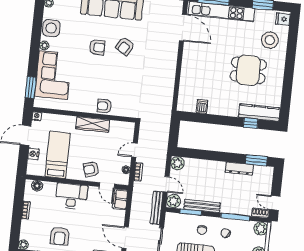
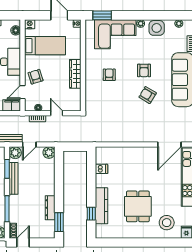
armchair: (104, 106) -> (109, 75), moved
kitchen counter: (259, 113) -> (102, 206), moved
nightstand: (33, 154) -> (30, 24), moved

